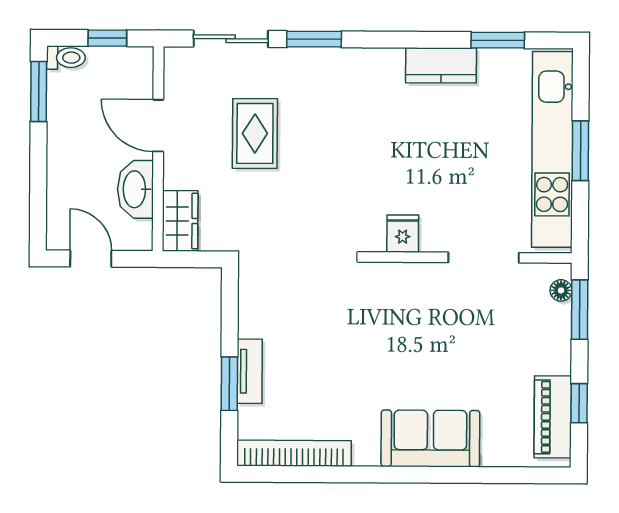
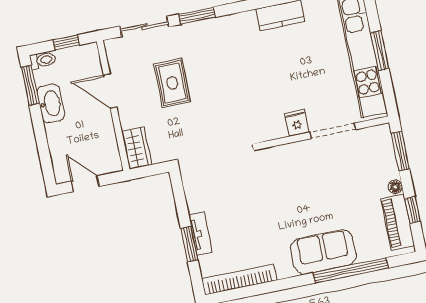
washbasin: (135, 189) -> (51, 104), moved, turned 180
fridge: (403, 234) -> (297, 123), moved
floor lamp: (561, 290) -> (395, 187), moved
window: (466, 475) -> (351, 270), added

